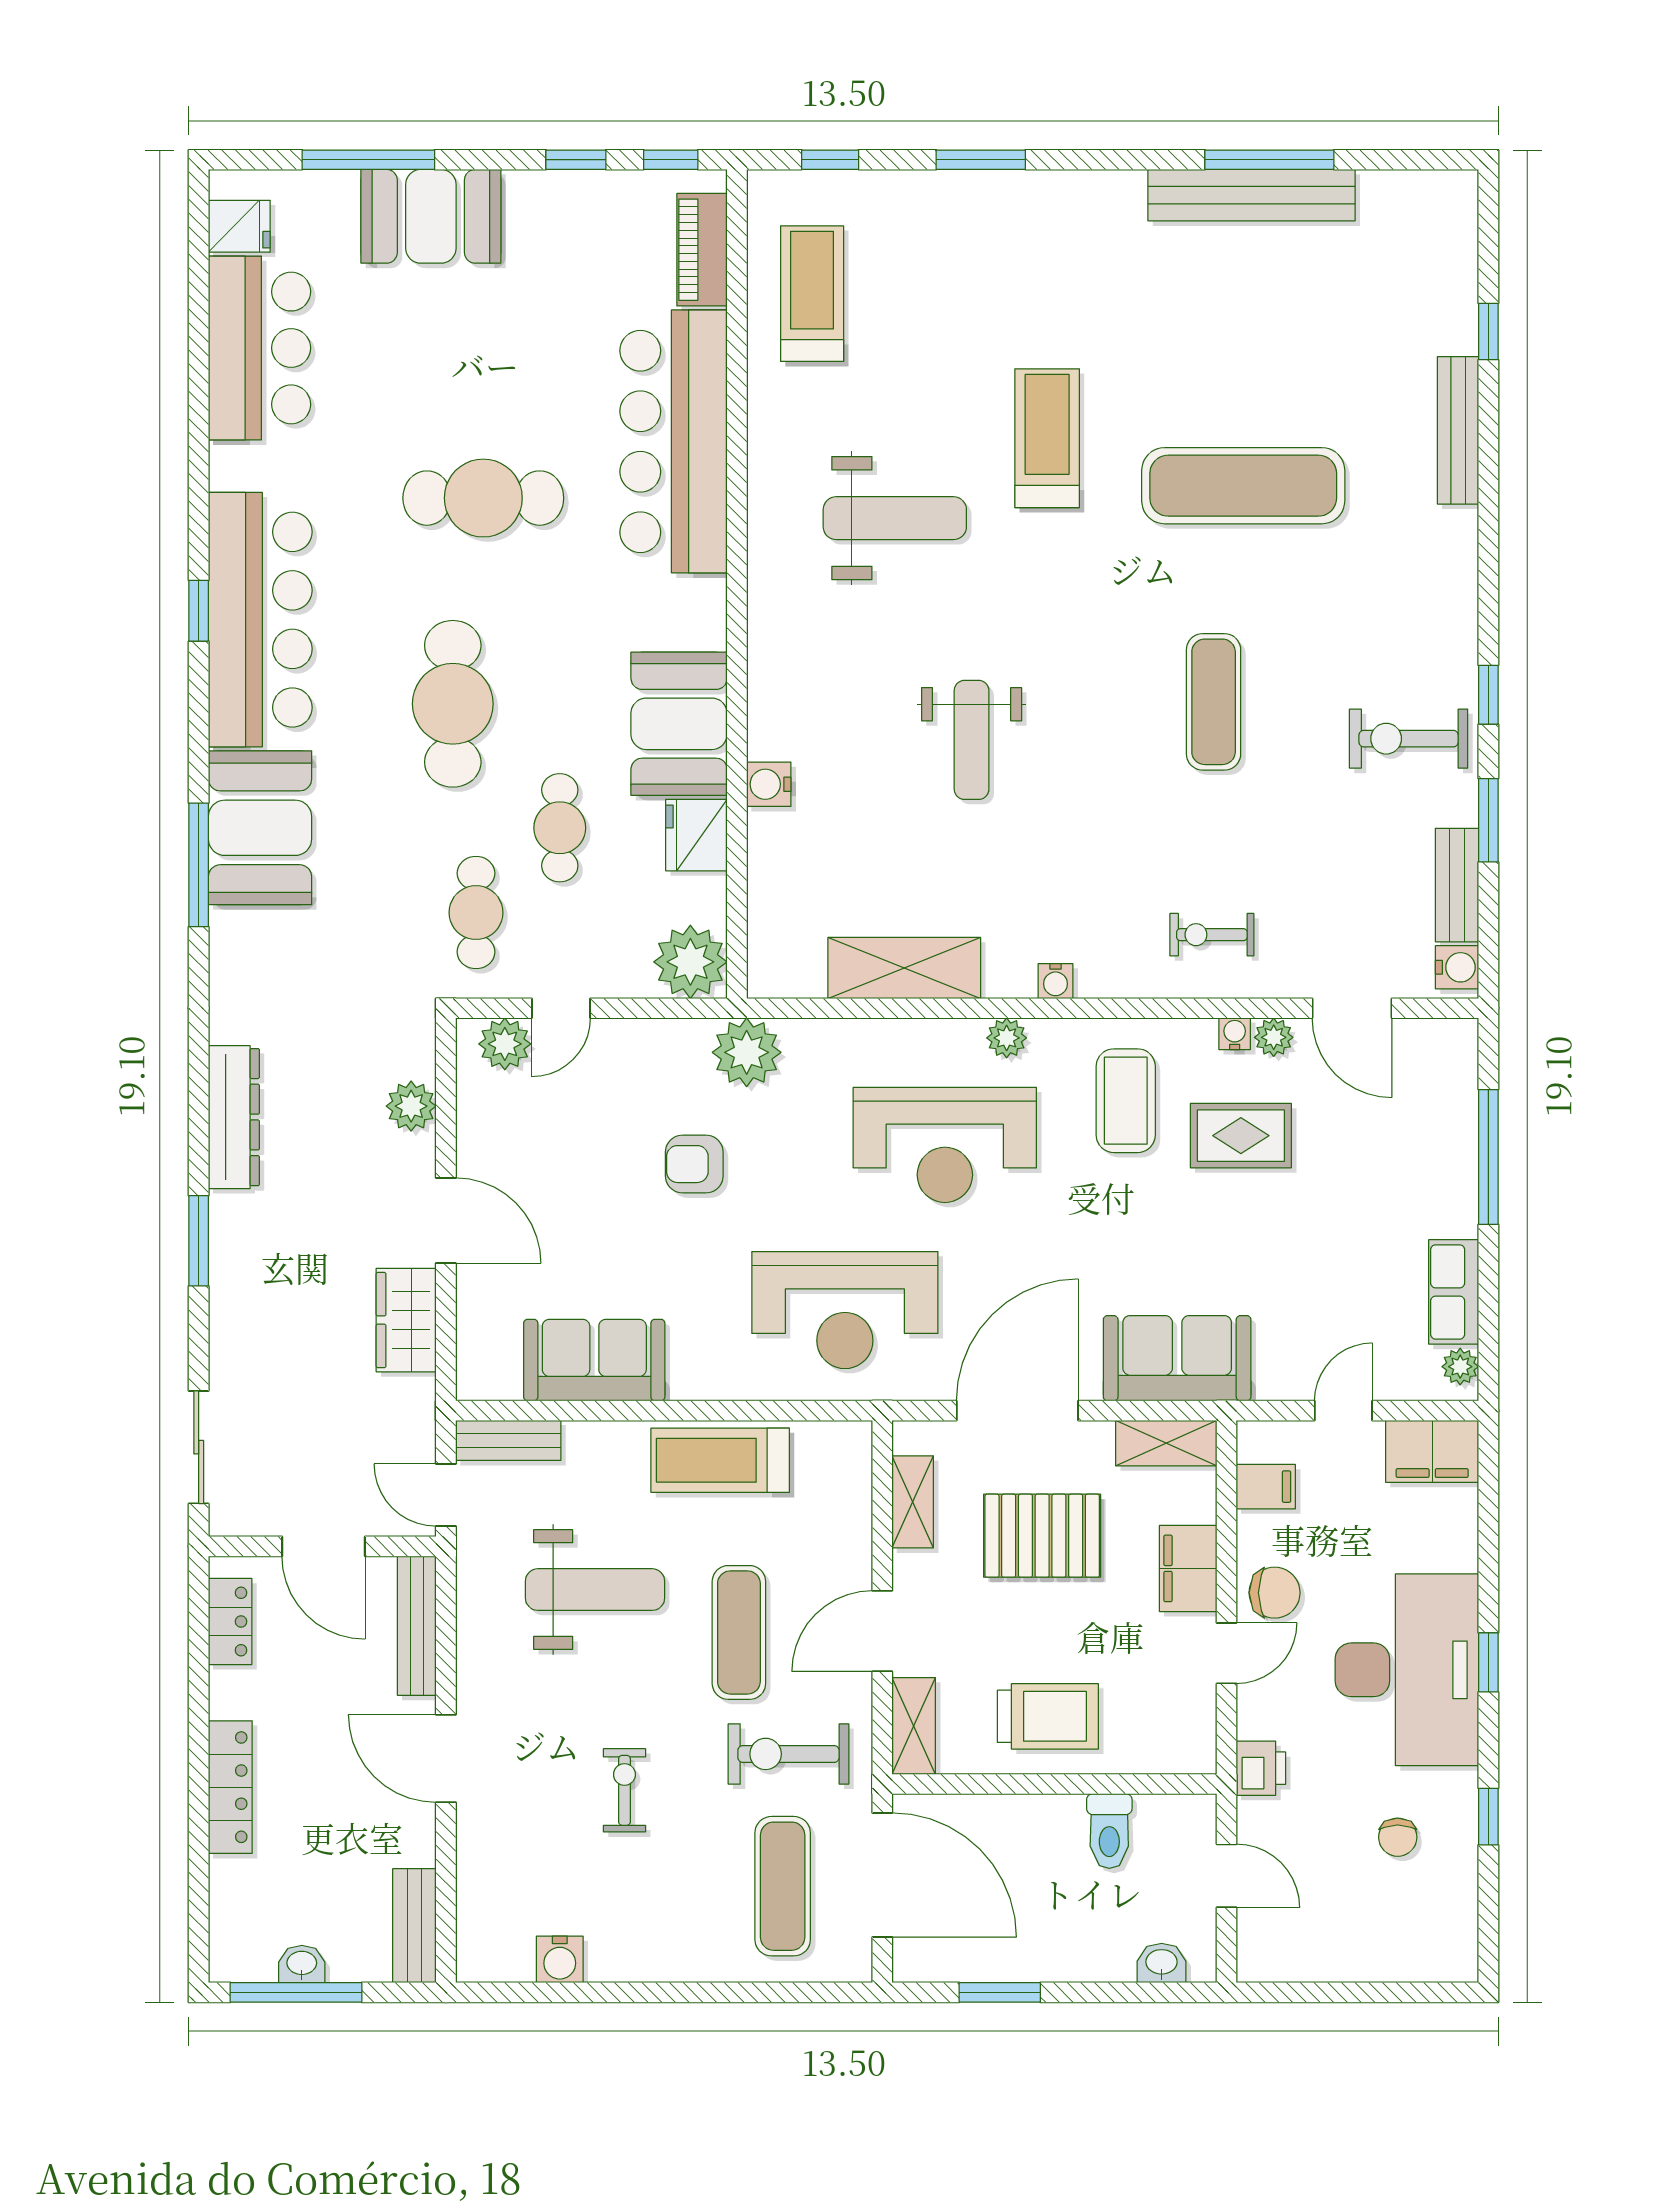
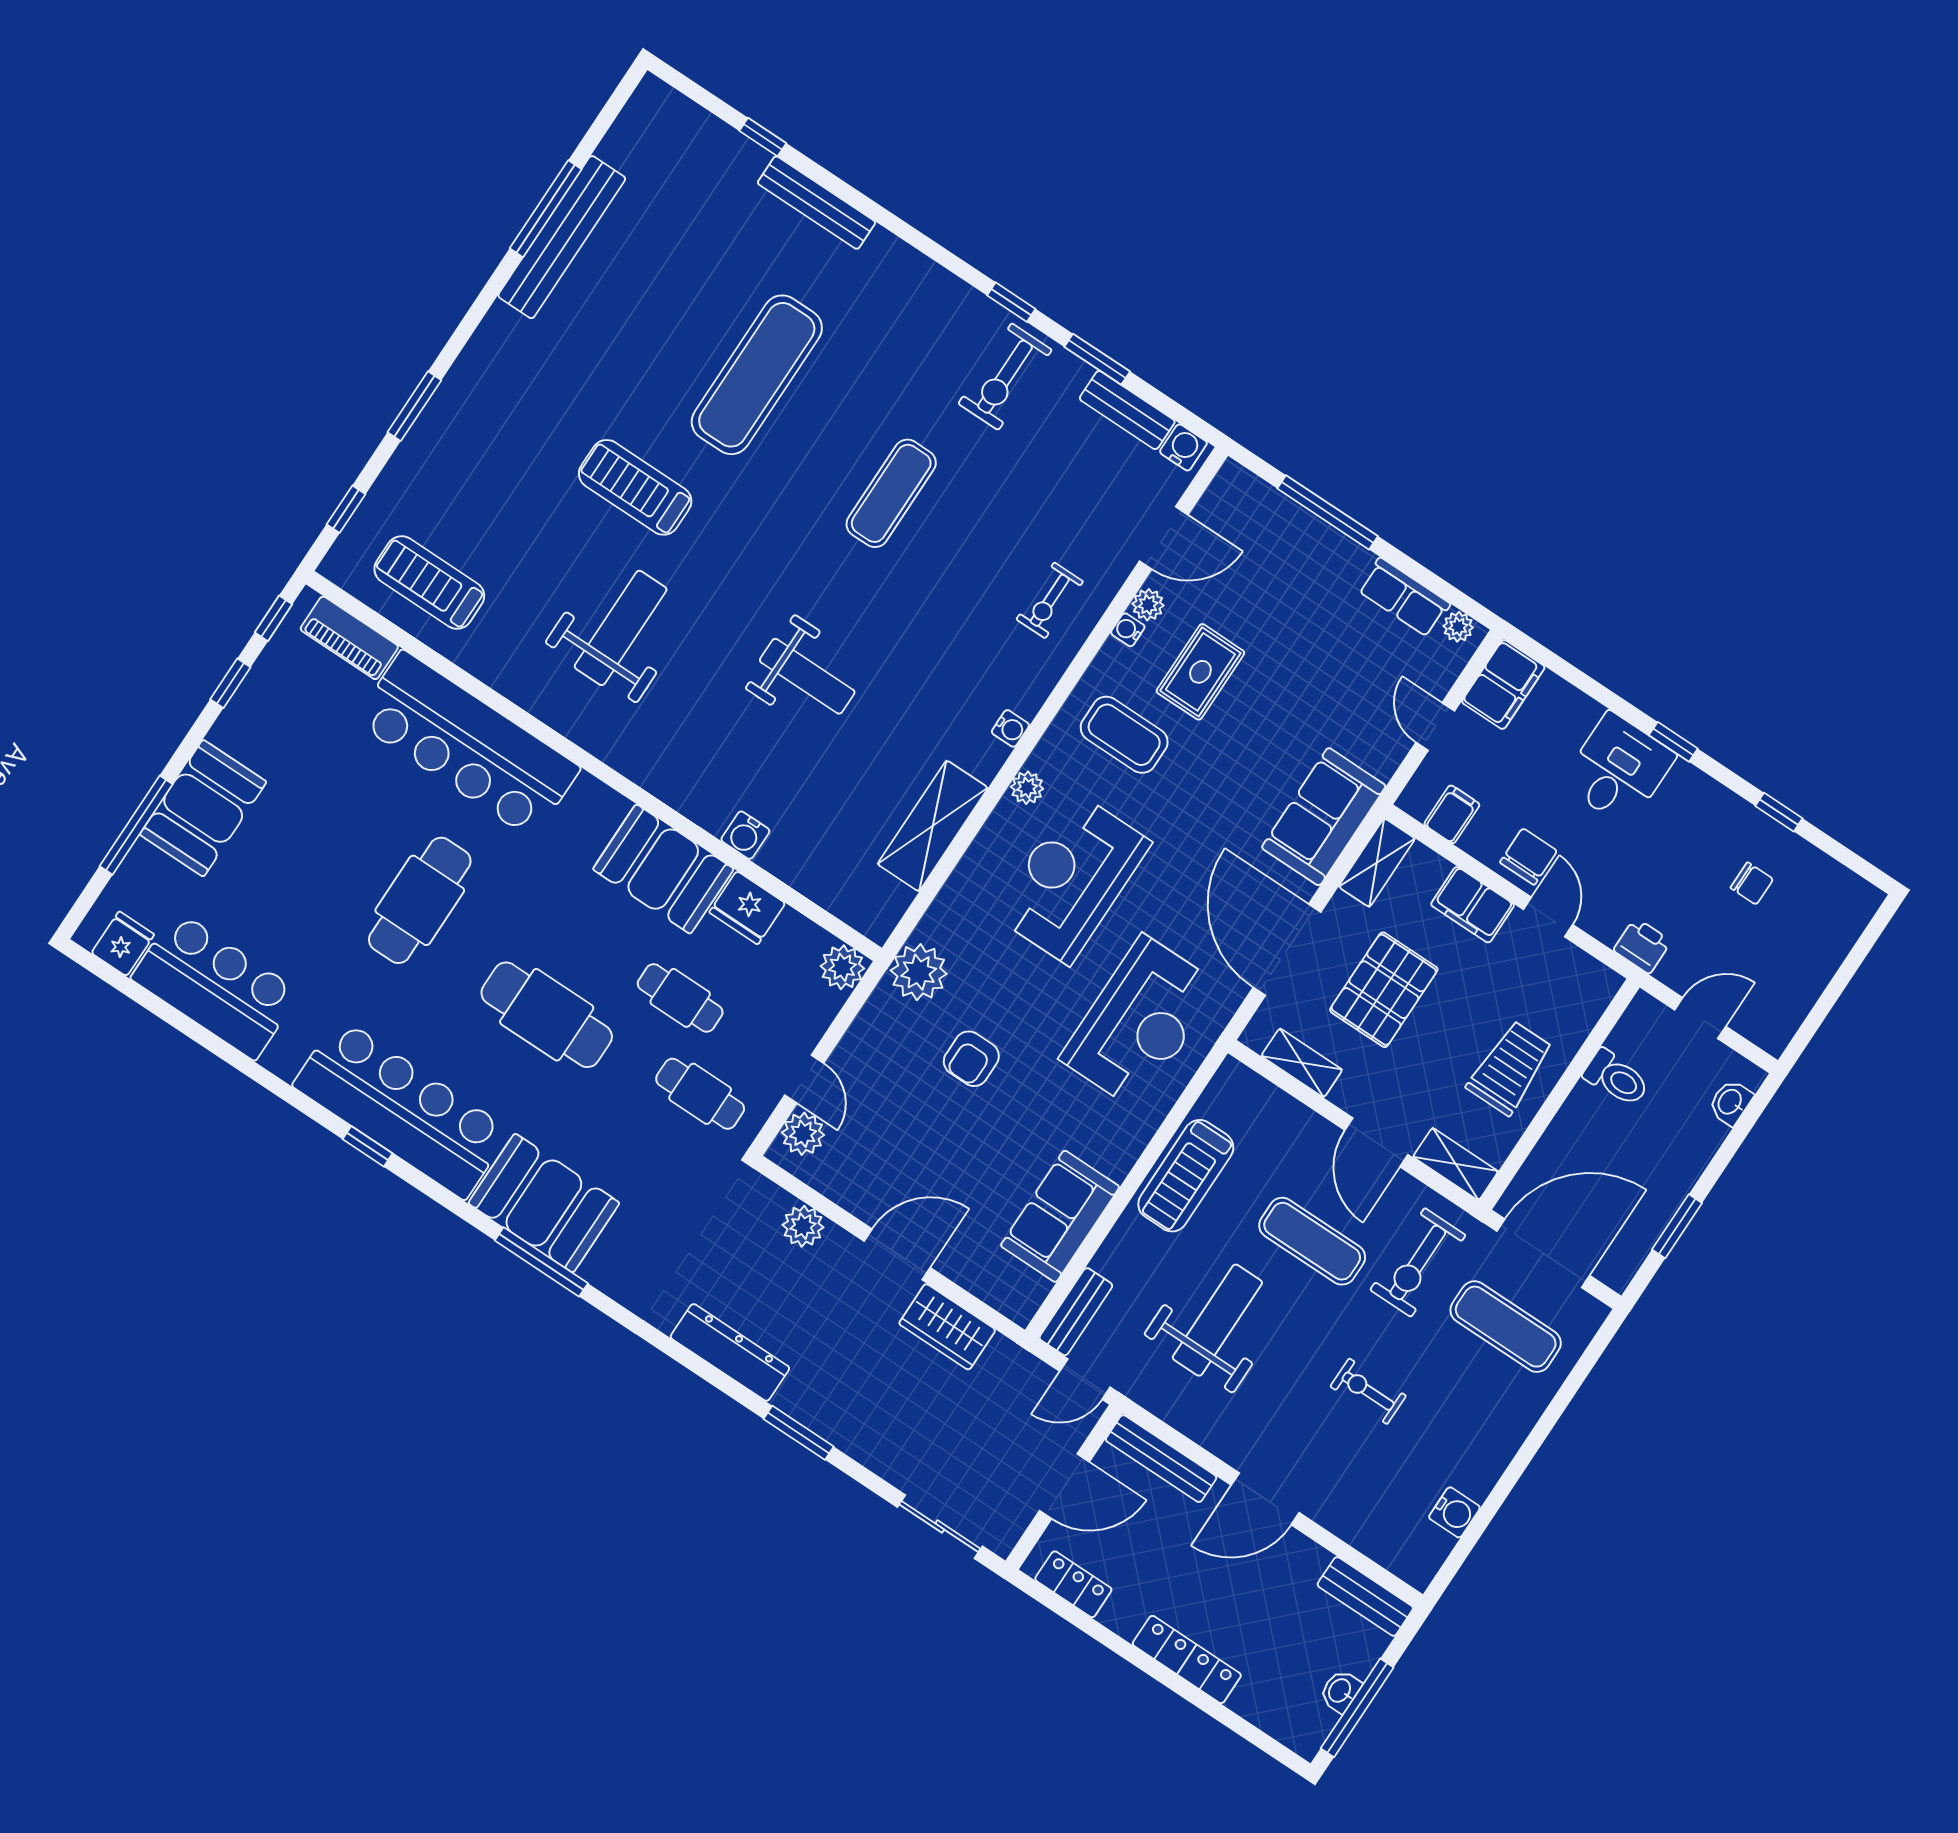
exercise mat: (1214, 702) -> (891, 493), turned 90
plant: (690, 962) -> (842, 967), width x0.73, depth x0.73
reception desk: (945, 1145) -> (1072, 879), turned 180
desk: (1407, 1670) -> (1618, 769), width x0.53, depth x0.77

